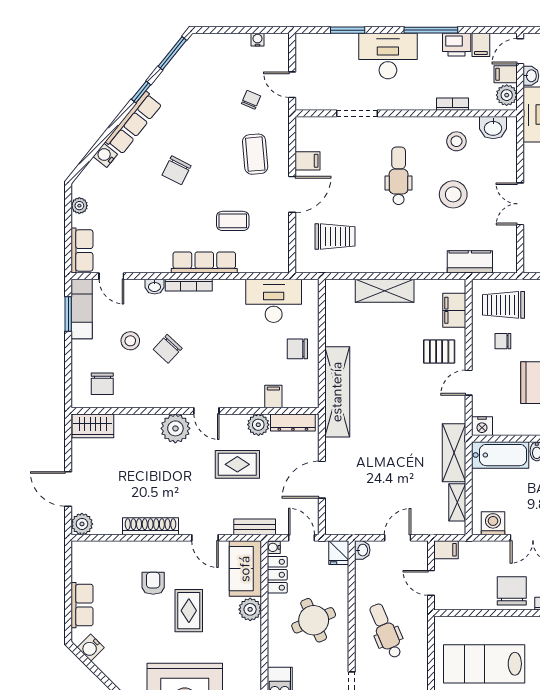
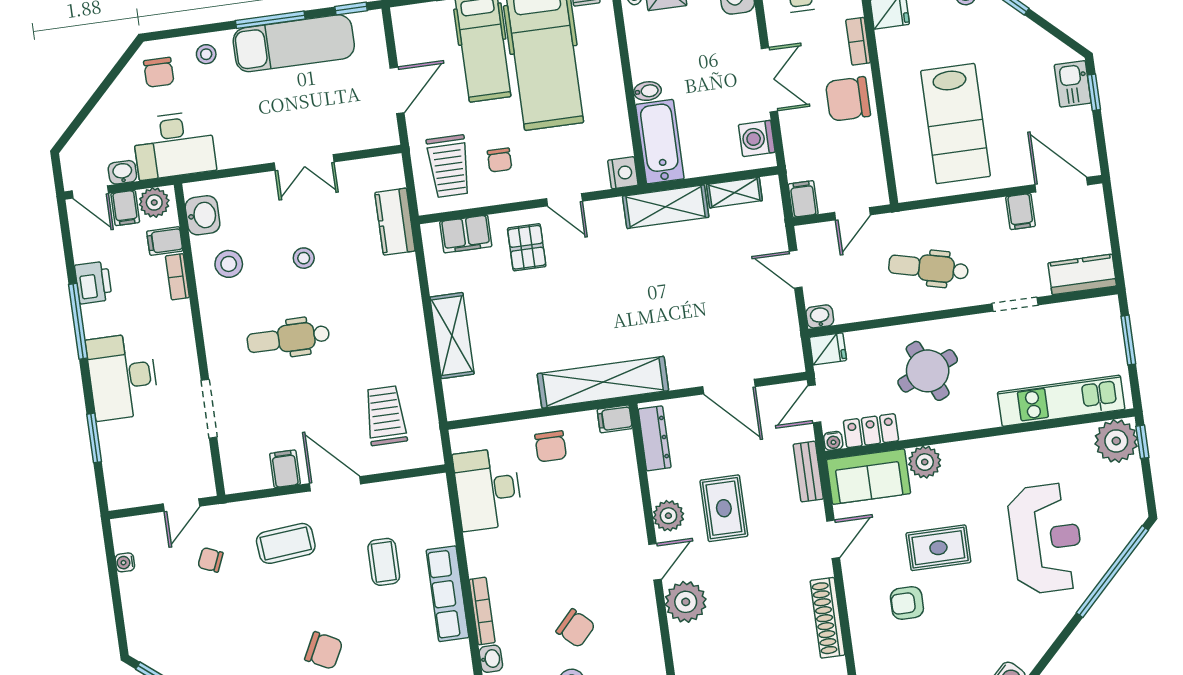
filing cabinet: (481, 45) -> (165, 241), moved, turned 180
stool: (453, 194) -> (304, 258), width x0.53, depth x0.53
filing cabinet: (273, 396) -> (615, 419), moved
plant: (258, 425) -> (668, 516), moved
dental chair: (386, 631) -> (928, 268), turned 37

